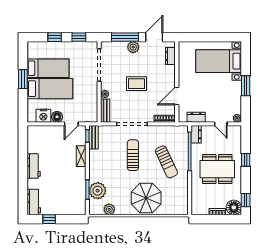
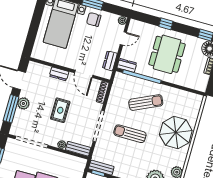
dresser: (170, 56) -> (59, 74), moved
chair: (231, 91) -> (94, 19), added

